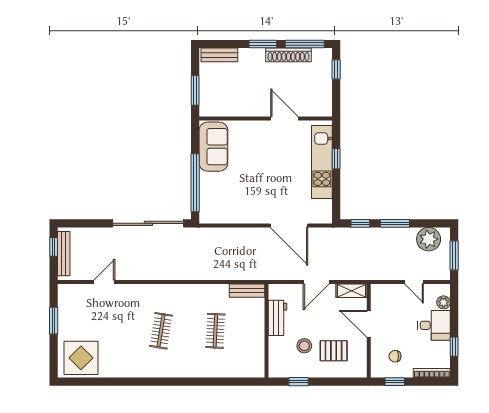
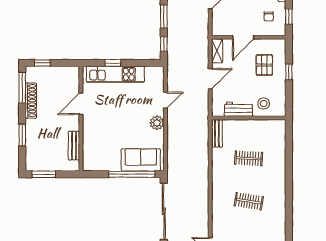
window: (263, 44) -> (22, 135), moved
bench: (219, 55) -> (74, 146), moved
window: (195, 90) -> (44, 174), moved
sofa: (213, 147) -> (141, 160), moved
plant: (260, 215) -> (157, 123), added
door: (289, 225) -> (165, 100), width x0.53
door: (316, 282) -> (210, 79), hinge flipped
stool: (304, 346) -> (264, 104), moved
window: (299, 382) -> (289, 72), moved

